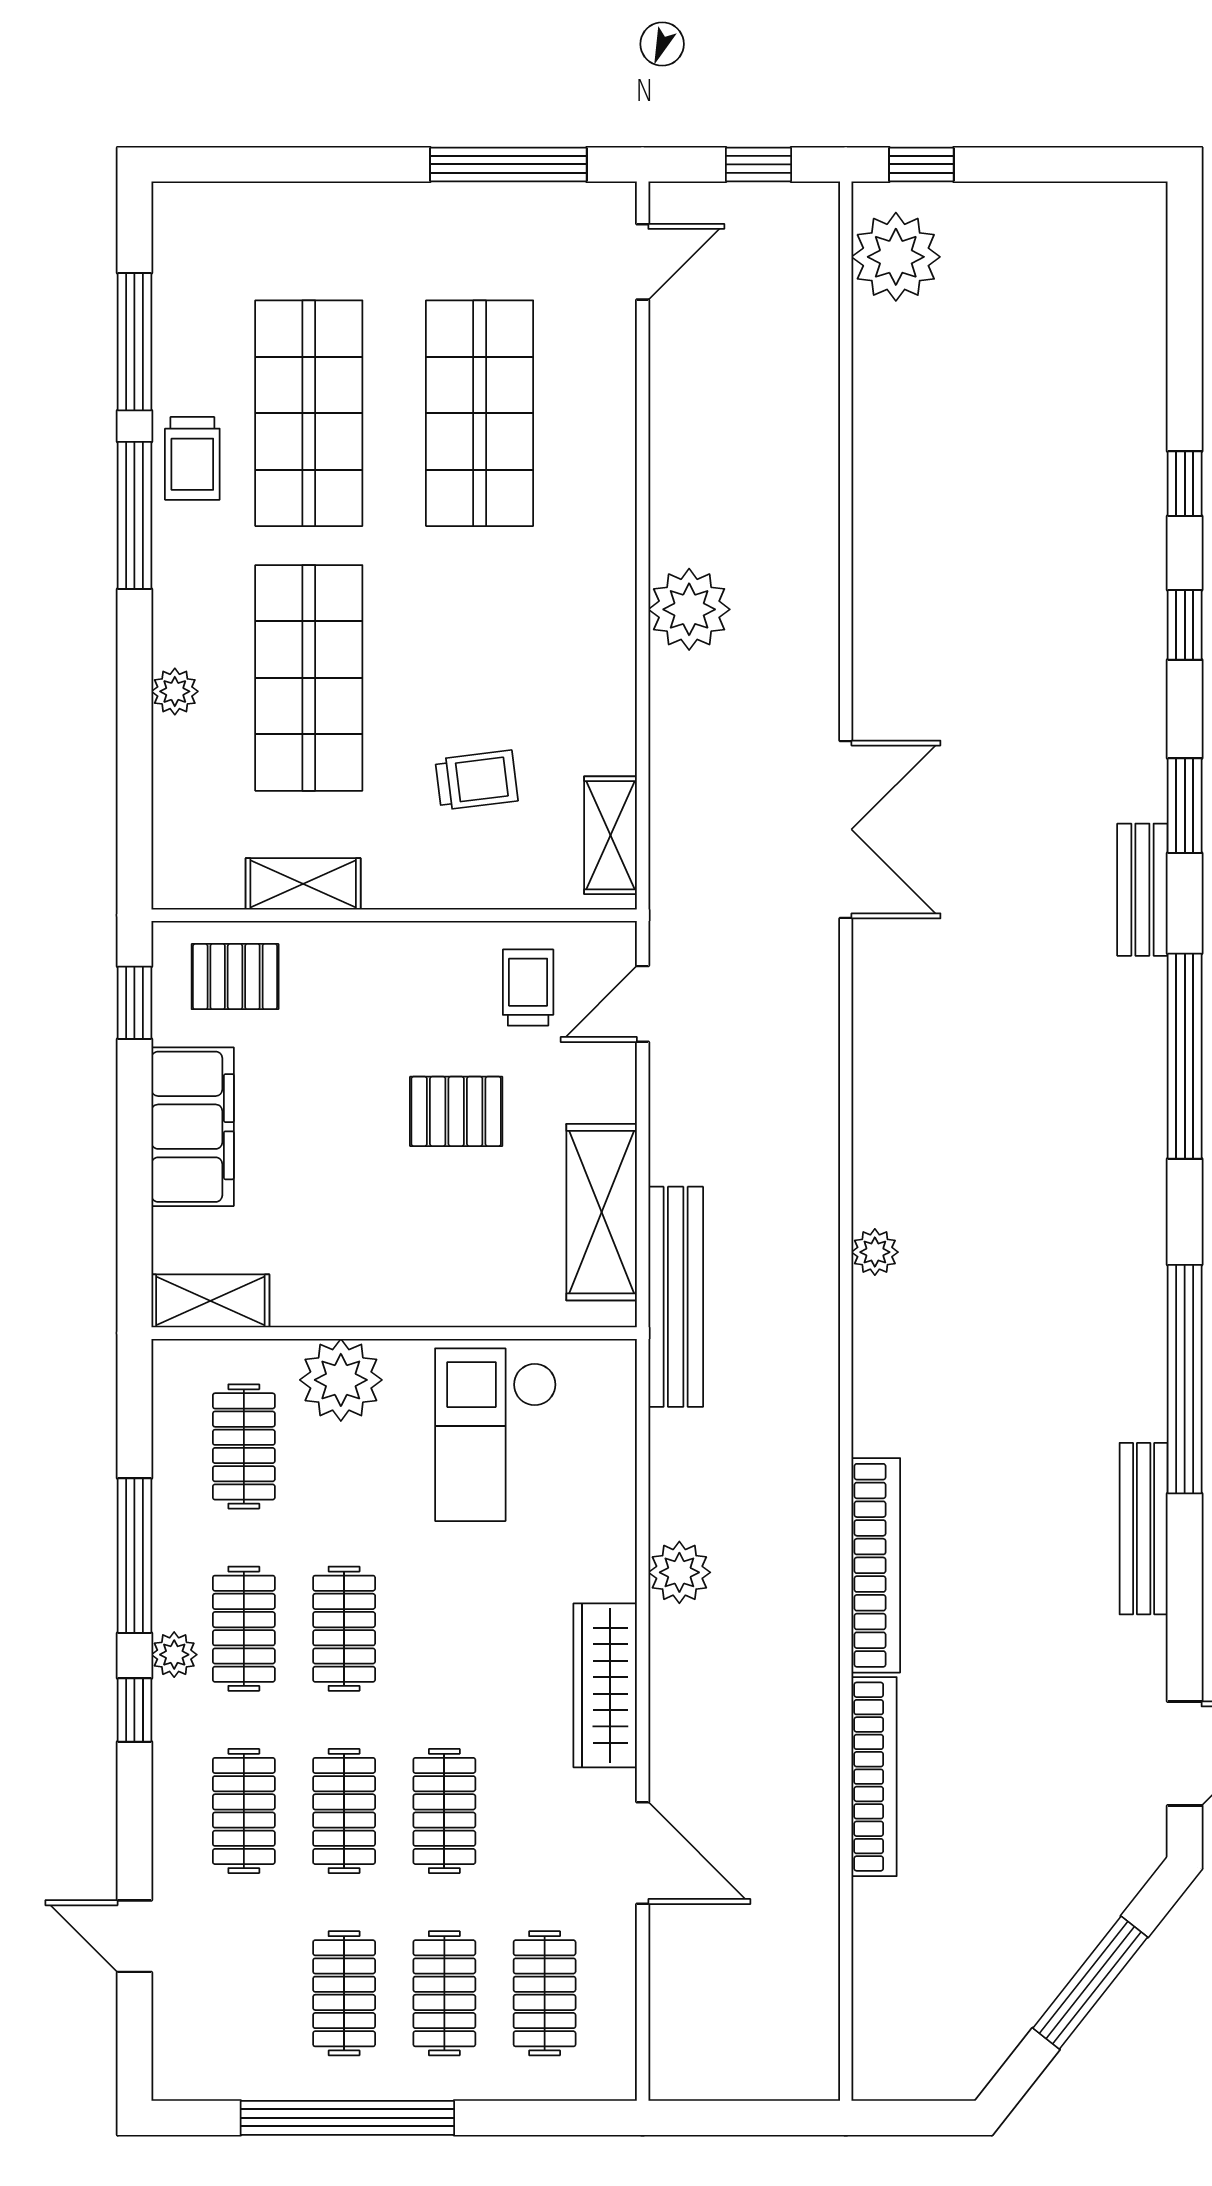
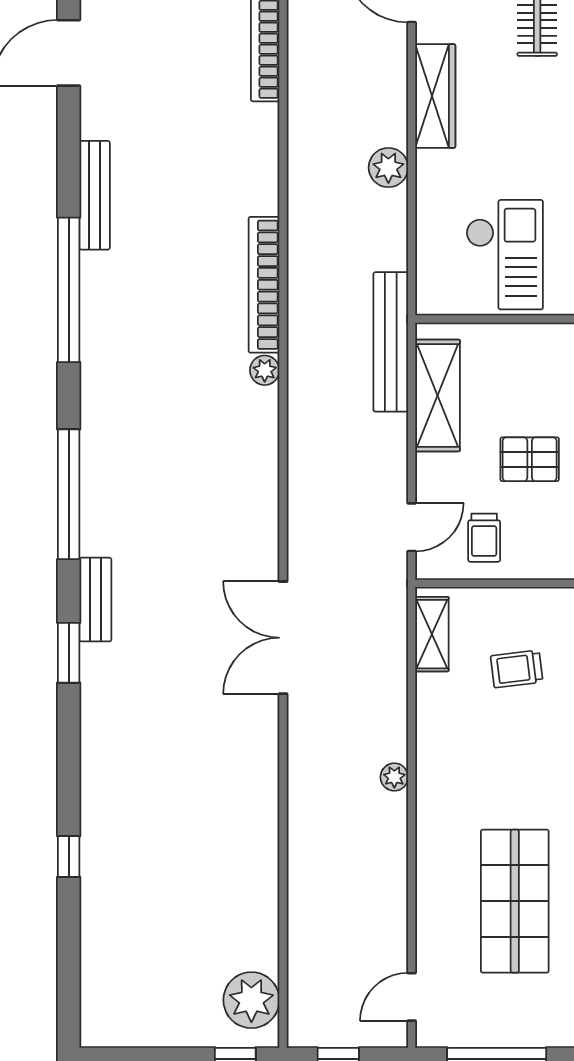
plant: (689, 609) -> (394, 777), width x0.53, depth x0.53
window: (1185, 625) -> (69, 767), removed
bookcase: (876, 1565) -> (264, 285), moved

